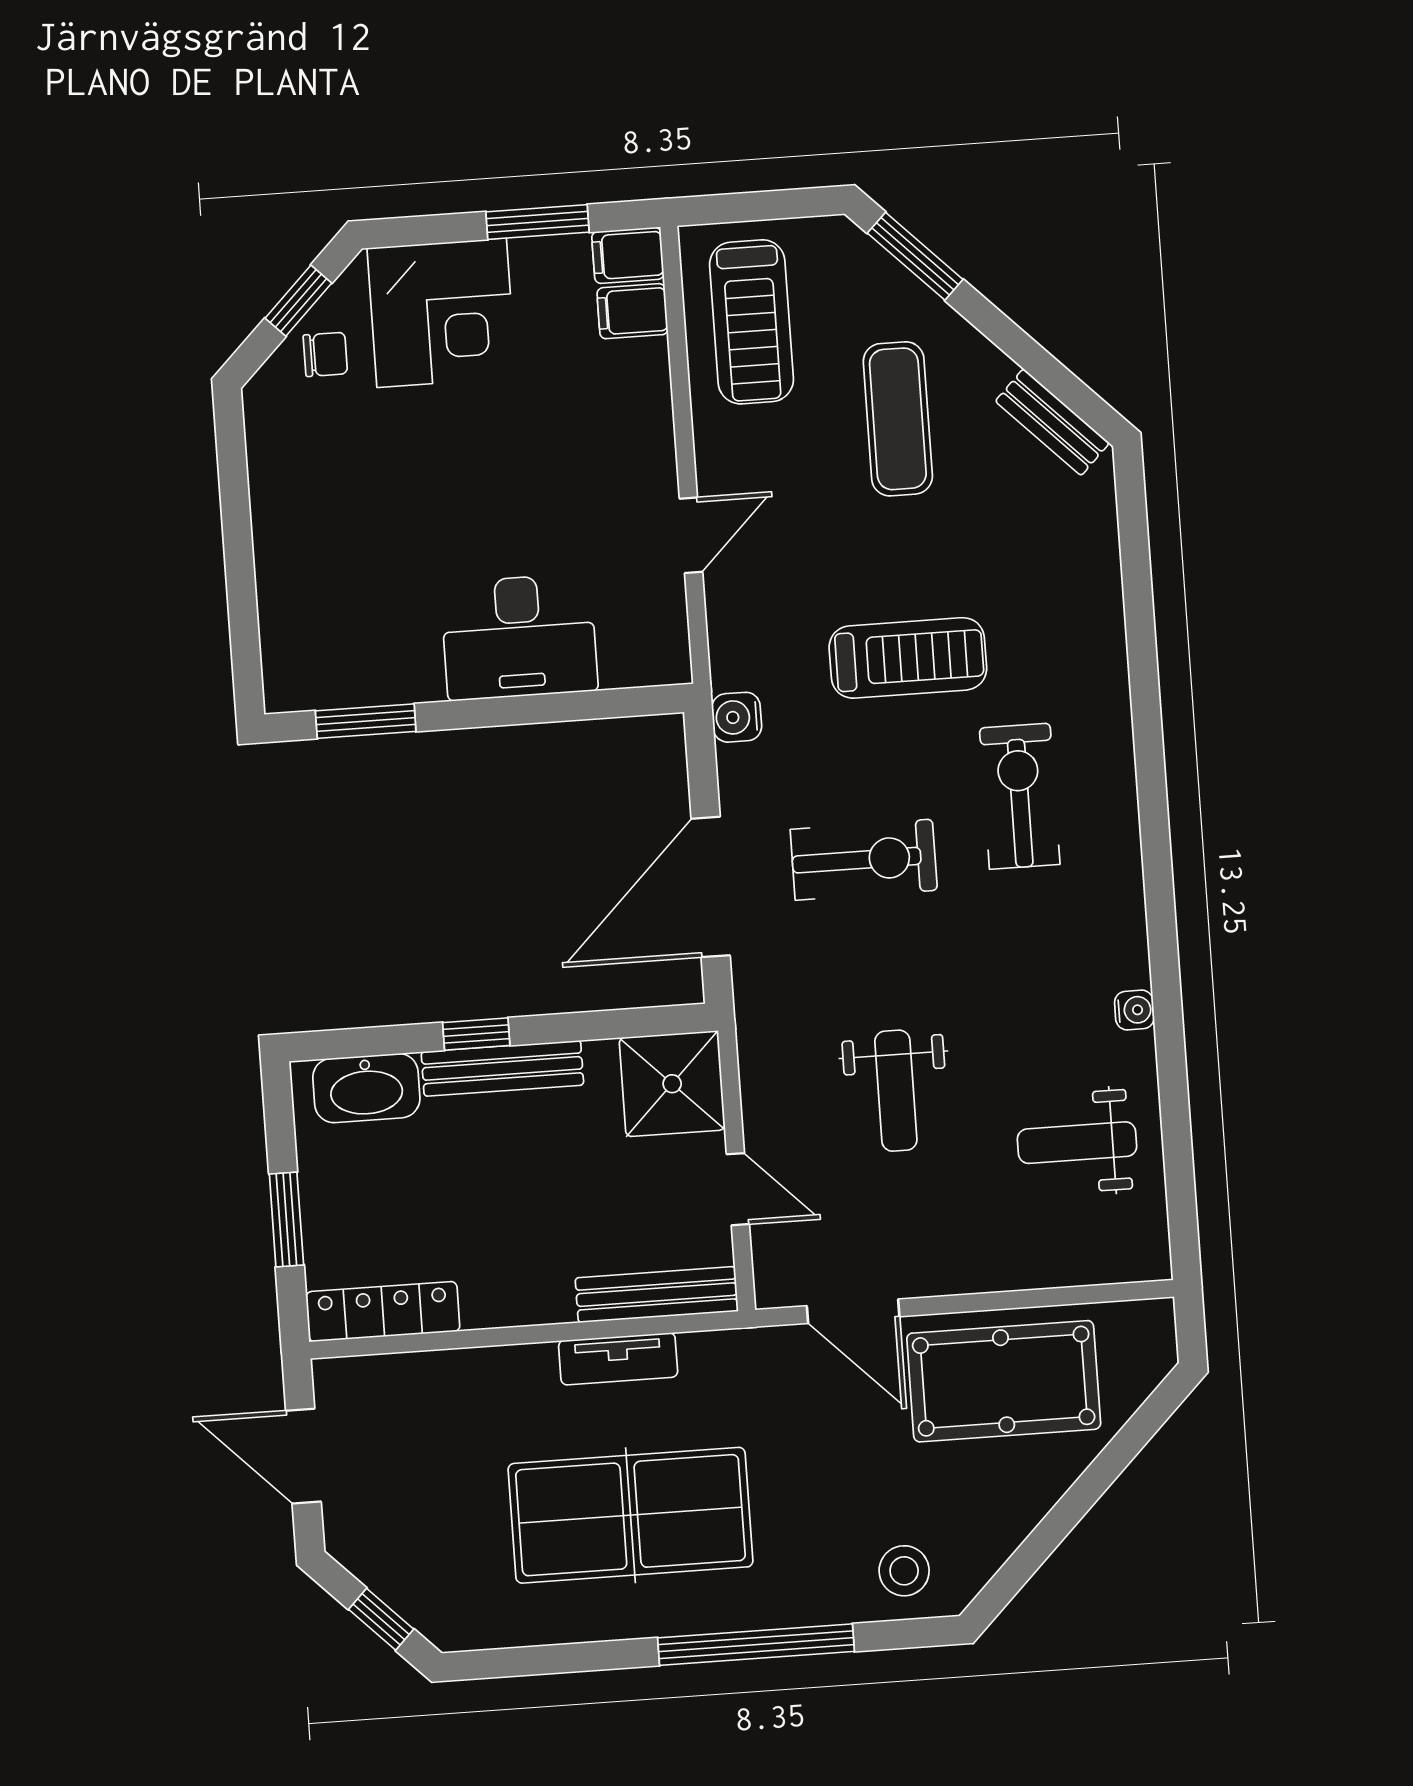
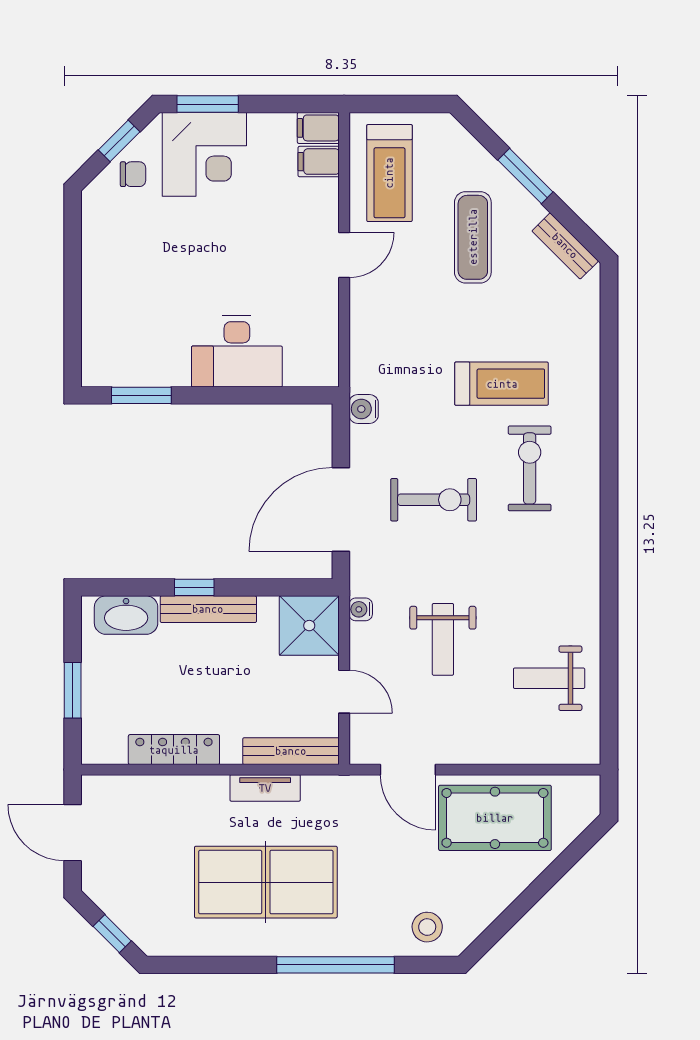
window: (537, 222) -> (208, 104), moved
window: (915, 256) -> (525, 176), moved
door: (691, 535) -> (344, 255), moved
treadmill: (908, 658) -> (502, 384), moved
water cooler: (1134, 1010) -> (361, 609), moved, turned 180
locker: (383, 1312) -> (174, 750), moved

